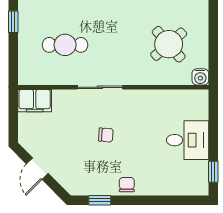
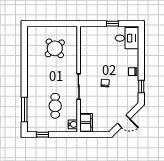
water cooler: (200, 77) -> (73, 124), moved
desk: (188, 140) -> (127, 38), moved, turned 90
window: (213, 172) -> (113, 24), moved

